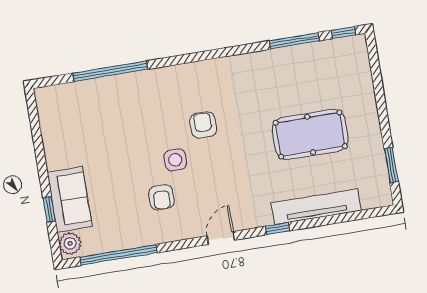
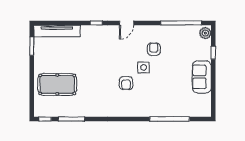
pool table: (310, 134) -> (57, 84), moved
sofa: (70, 199) -> (202, 77), moved
tv unit: (316, 207) -> (57, 31), moved

